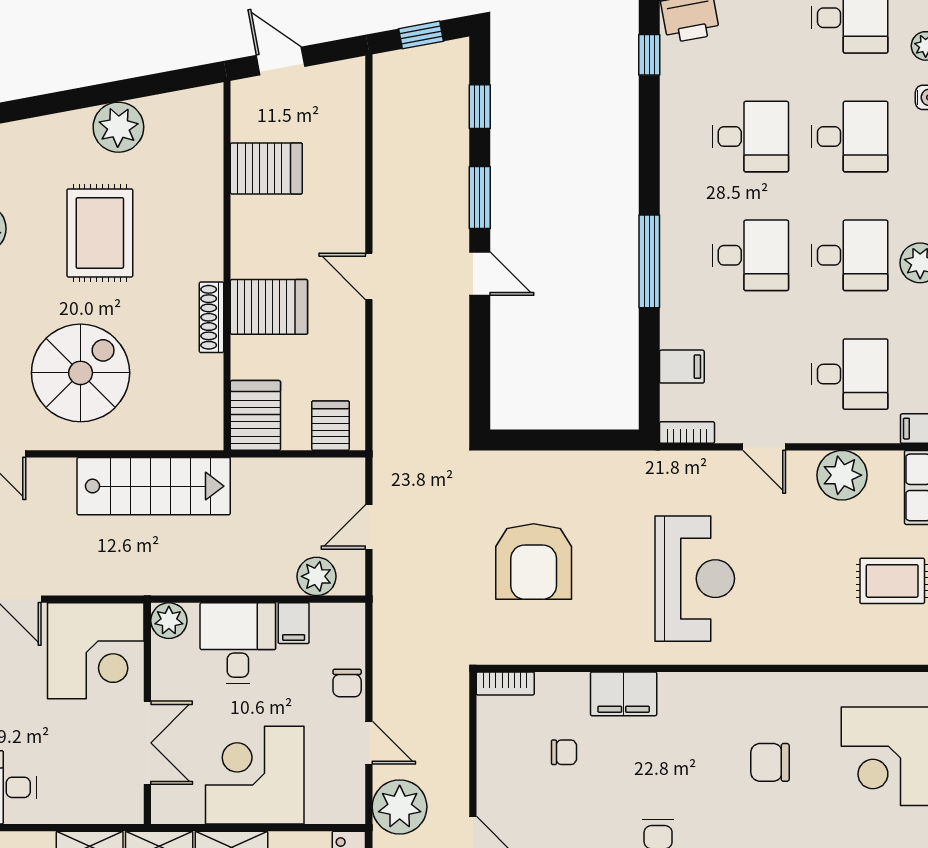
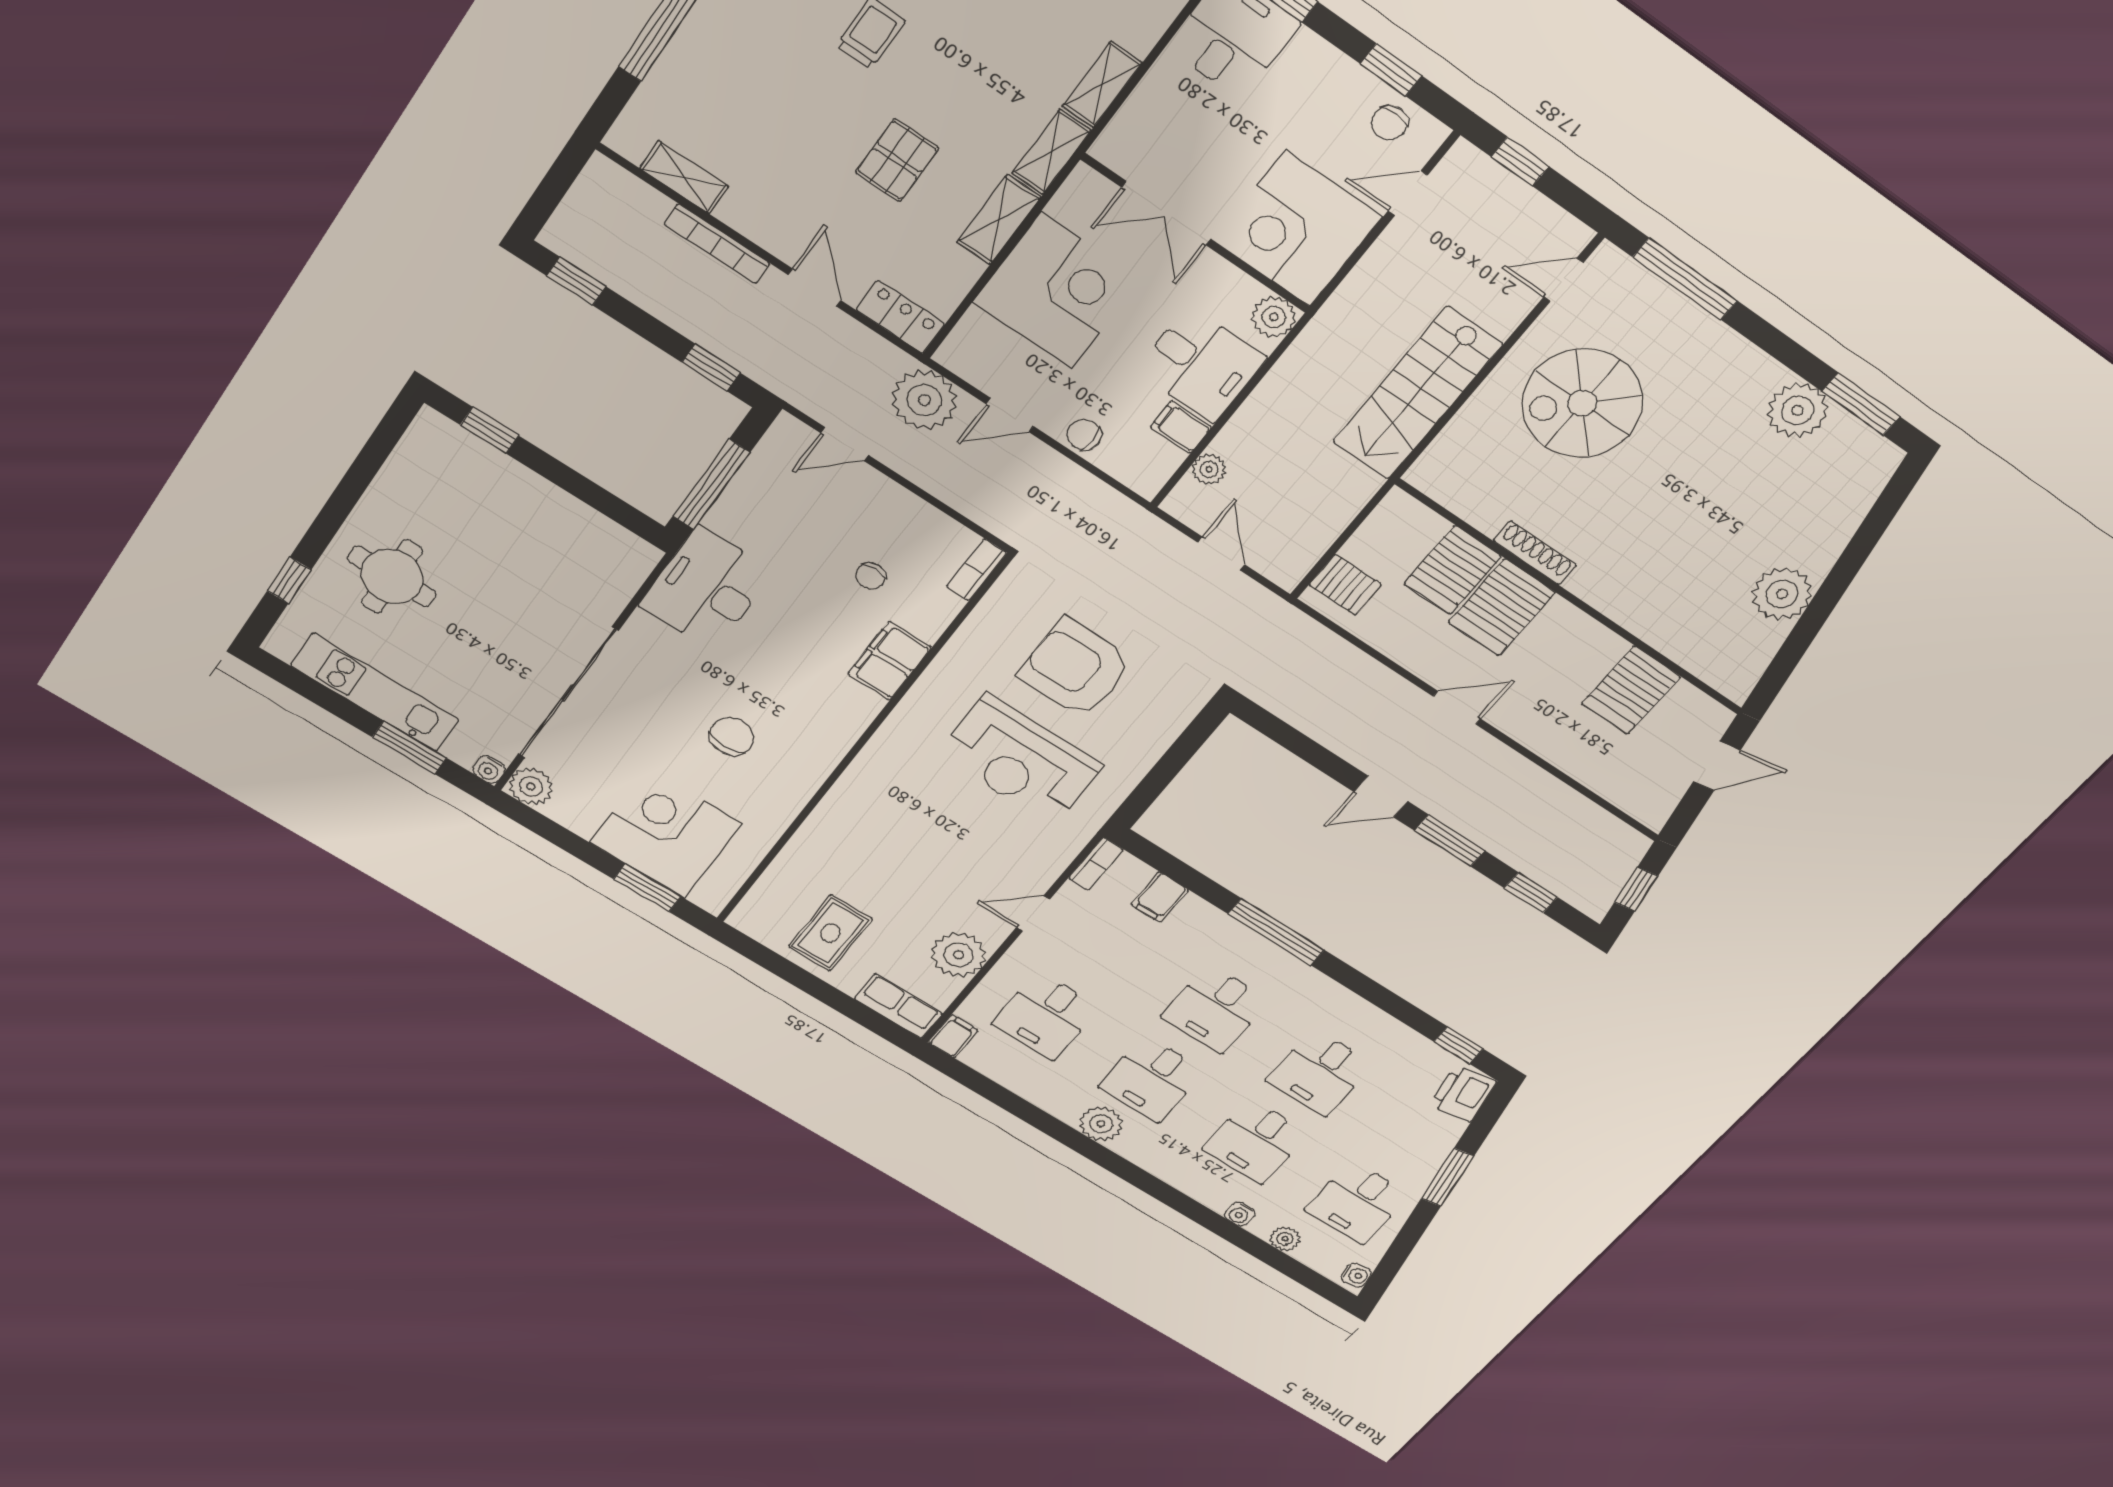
rug: (100, 233) -> (1699, 511), removed
spiral stairs: (81, 373) -> (1582, 403), turned 90
server rack: (255, 415) -> (1453, 570), moved, turned 90
plant: (317, 576) -> (1209, 469), width x0.73, depth x0.73
reception desk: (695, 579) -> (1020, 760), moved

